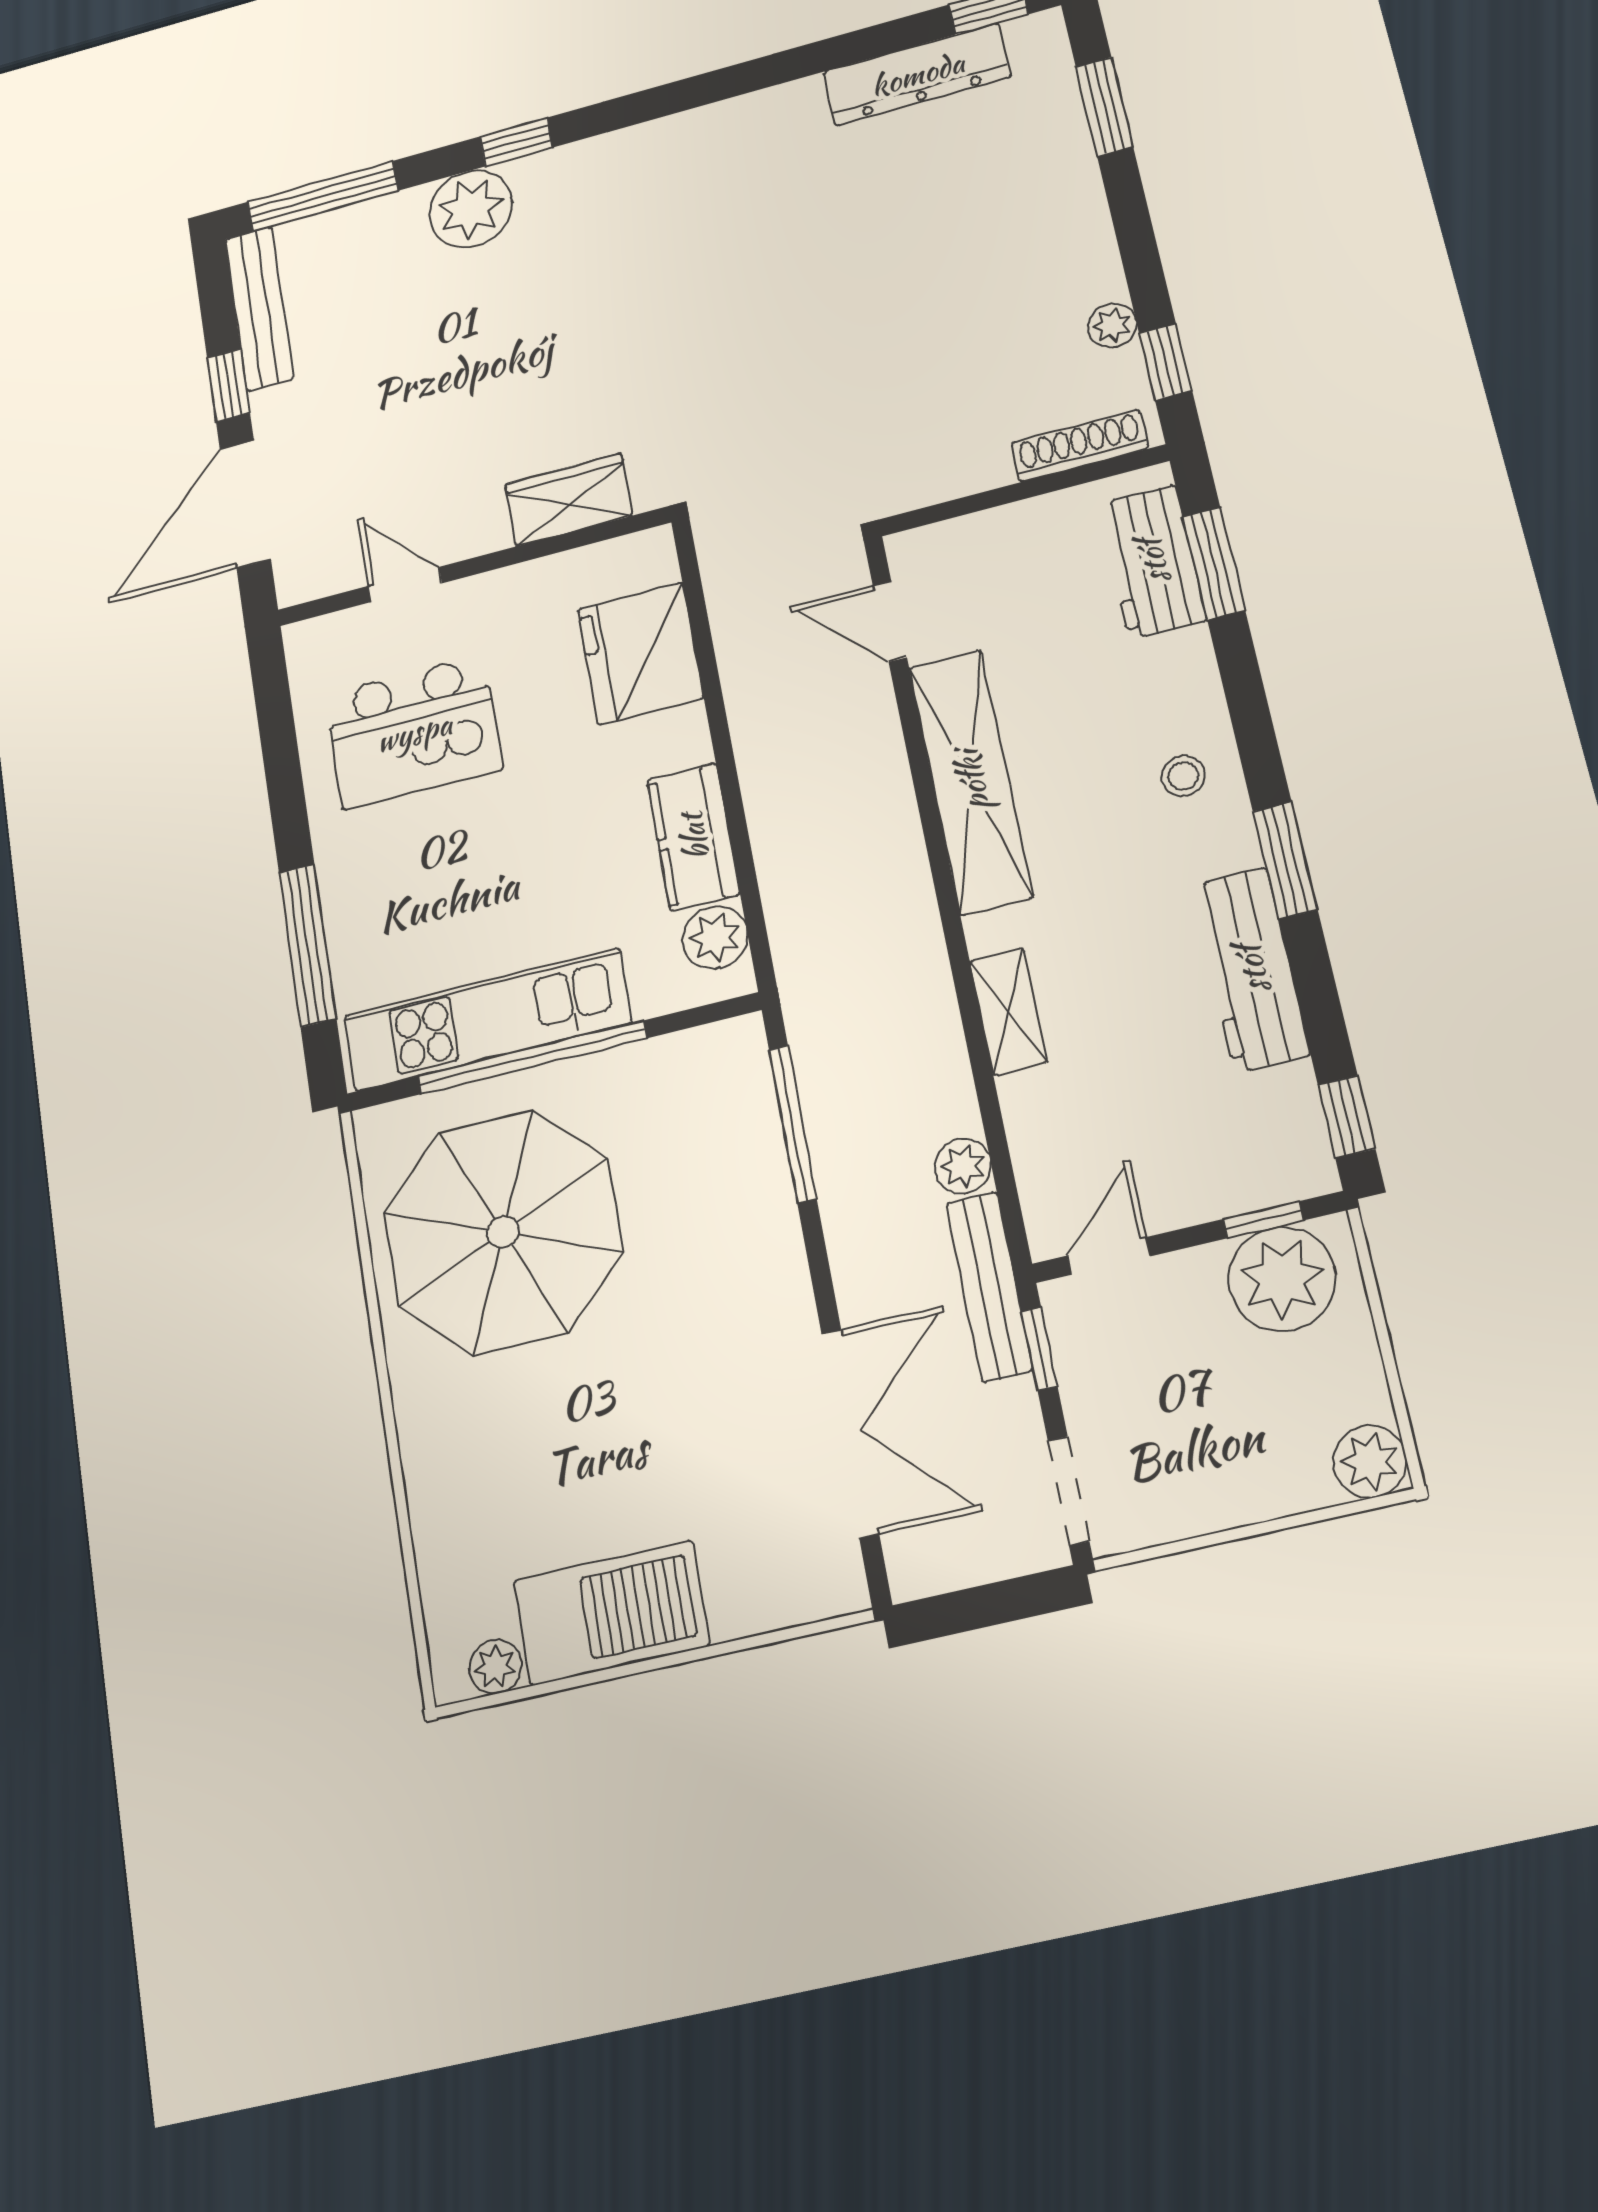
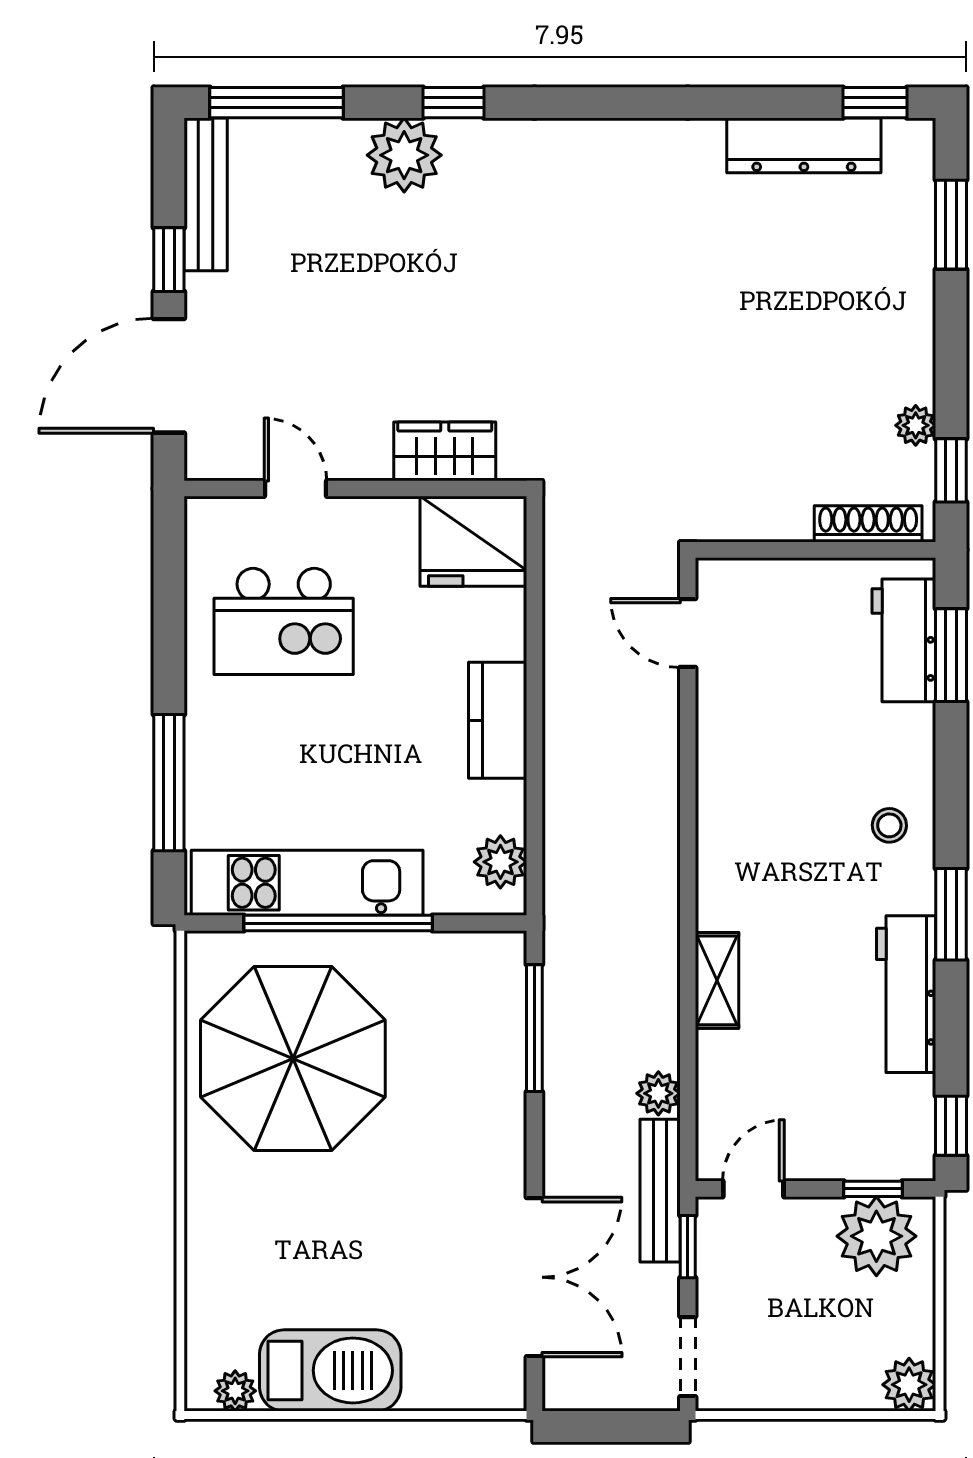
fridge: (640, 654) -> (473, 541), moved, turned -90
shelving: (971, 781) -> (725, 786), removed
kitchen counter: (693, 837) -> (498, 720), moved

